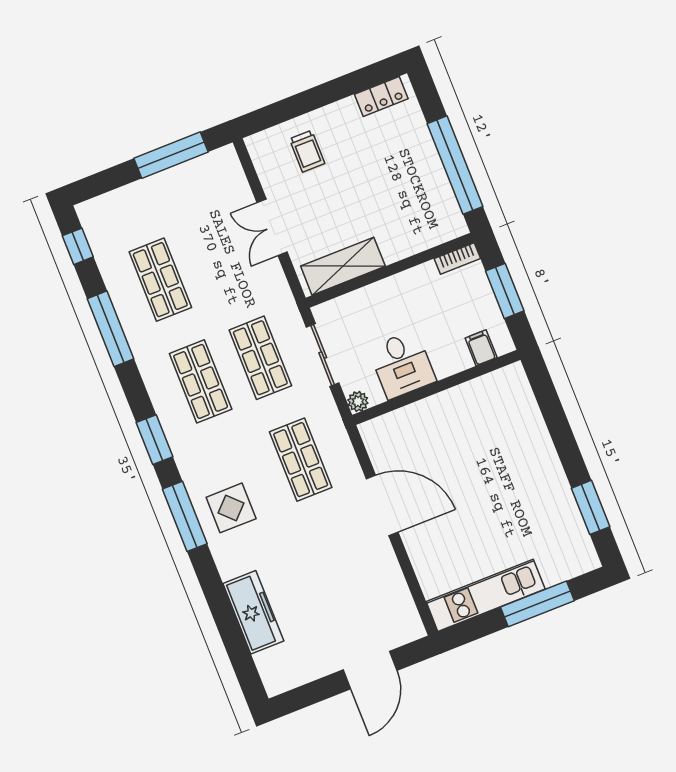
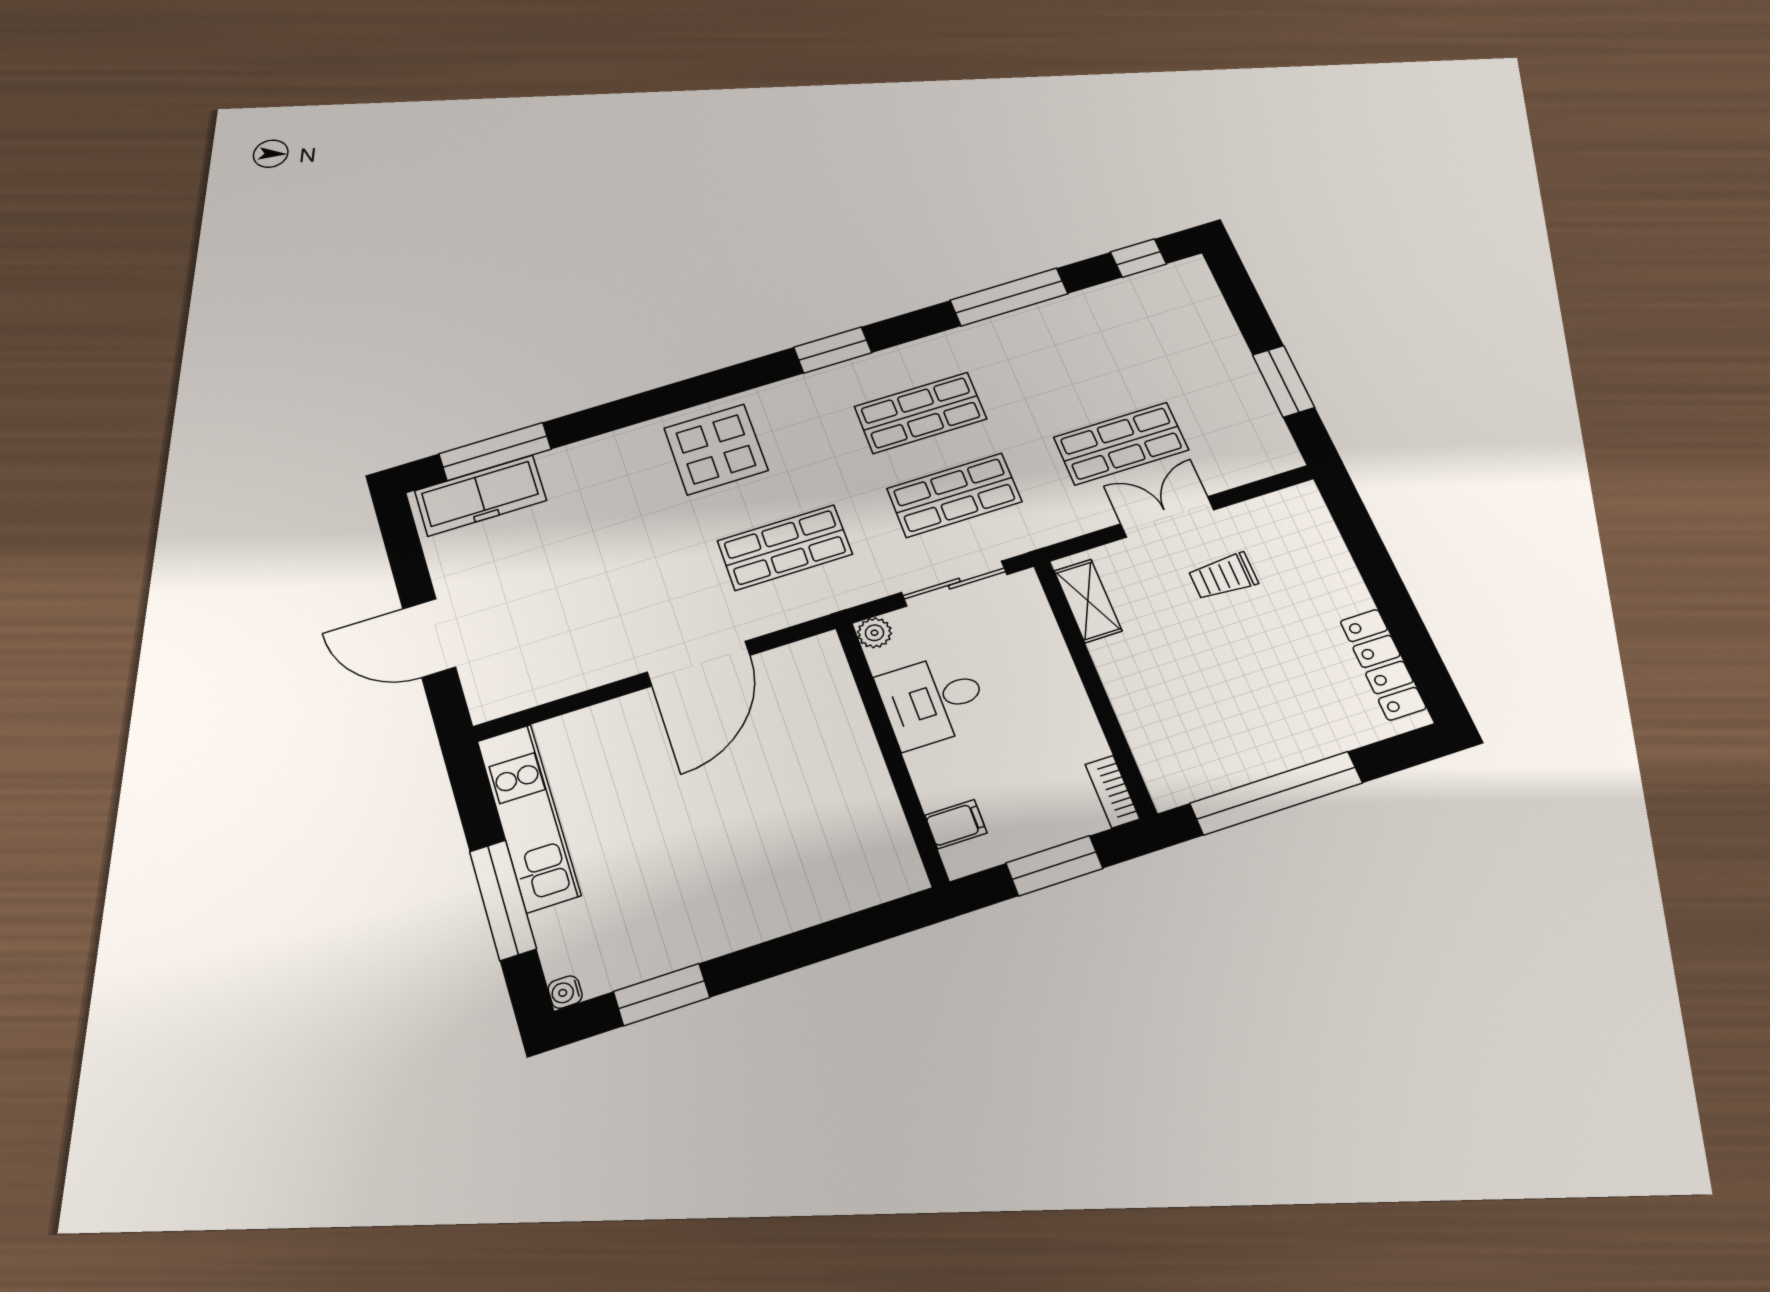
locker: (381, 96) -> (1383, 664), width x1.53
trolley: (307, 151) -> (1223, 576), moved
window: (171, 155) -> (1283, 381), width x0.69
shelving: (343, 266) -> (1088, 601), width x0.67, depth x0.75
shop shelf: (160, 280) -> (1121, 444), moved
display table: (231, 508) -> (716, 449), width x1.36, depth x1.36
window: (185, 516) -> (495, 452), moved
water cooler: (591, 562) -> (565, 992), added
freezer: (253, 612) -> (480, 496), moved

